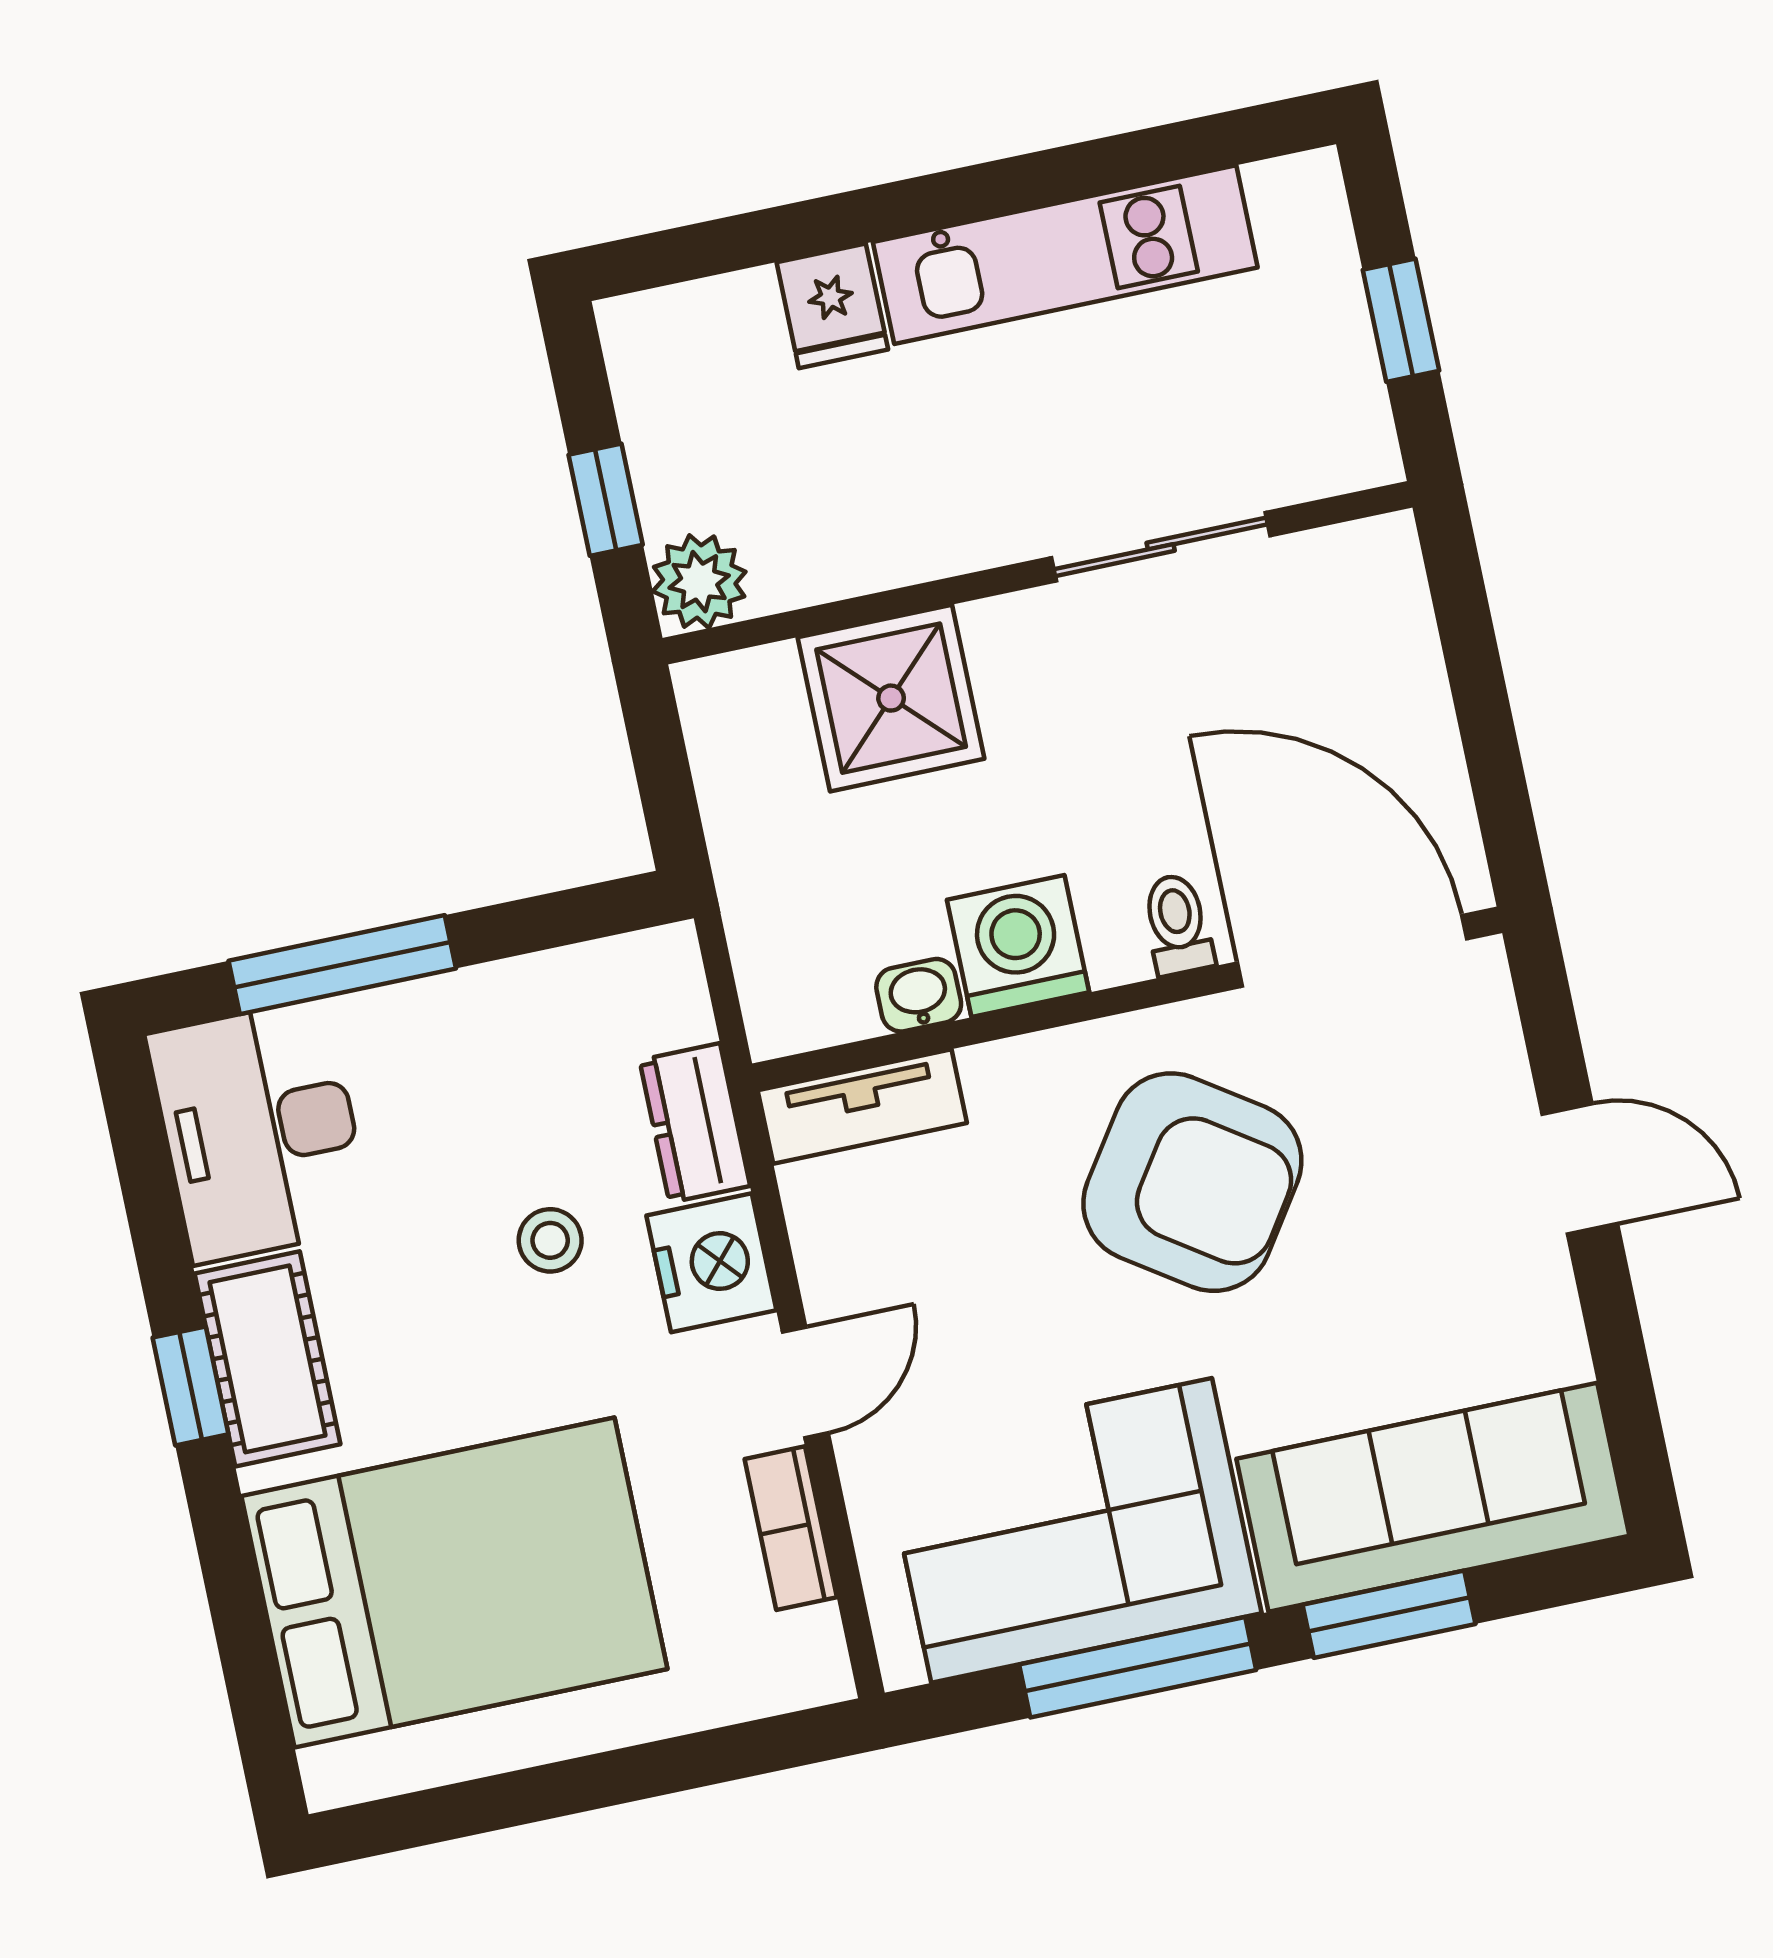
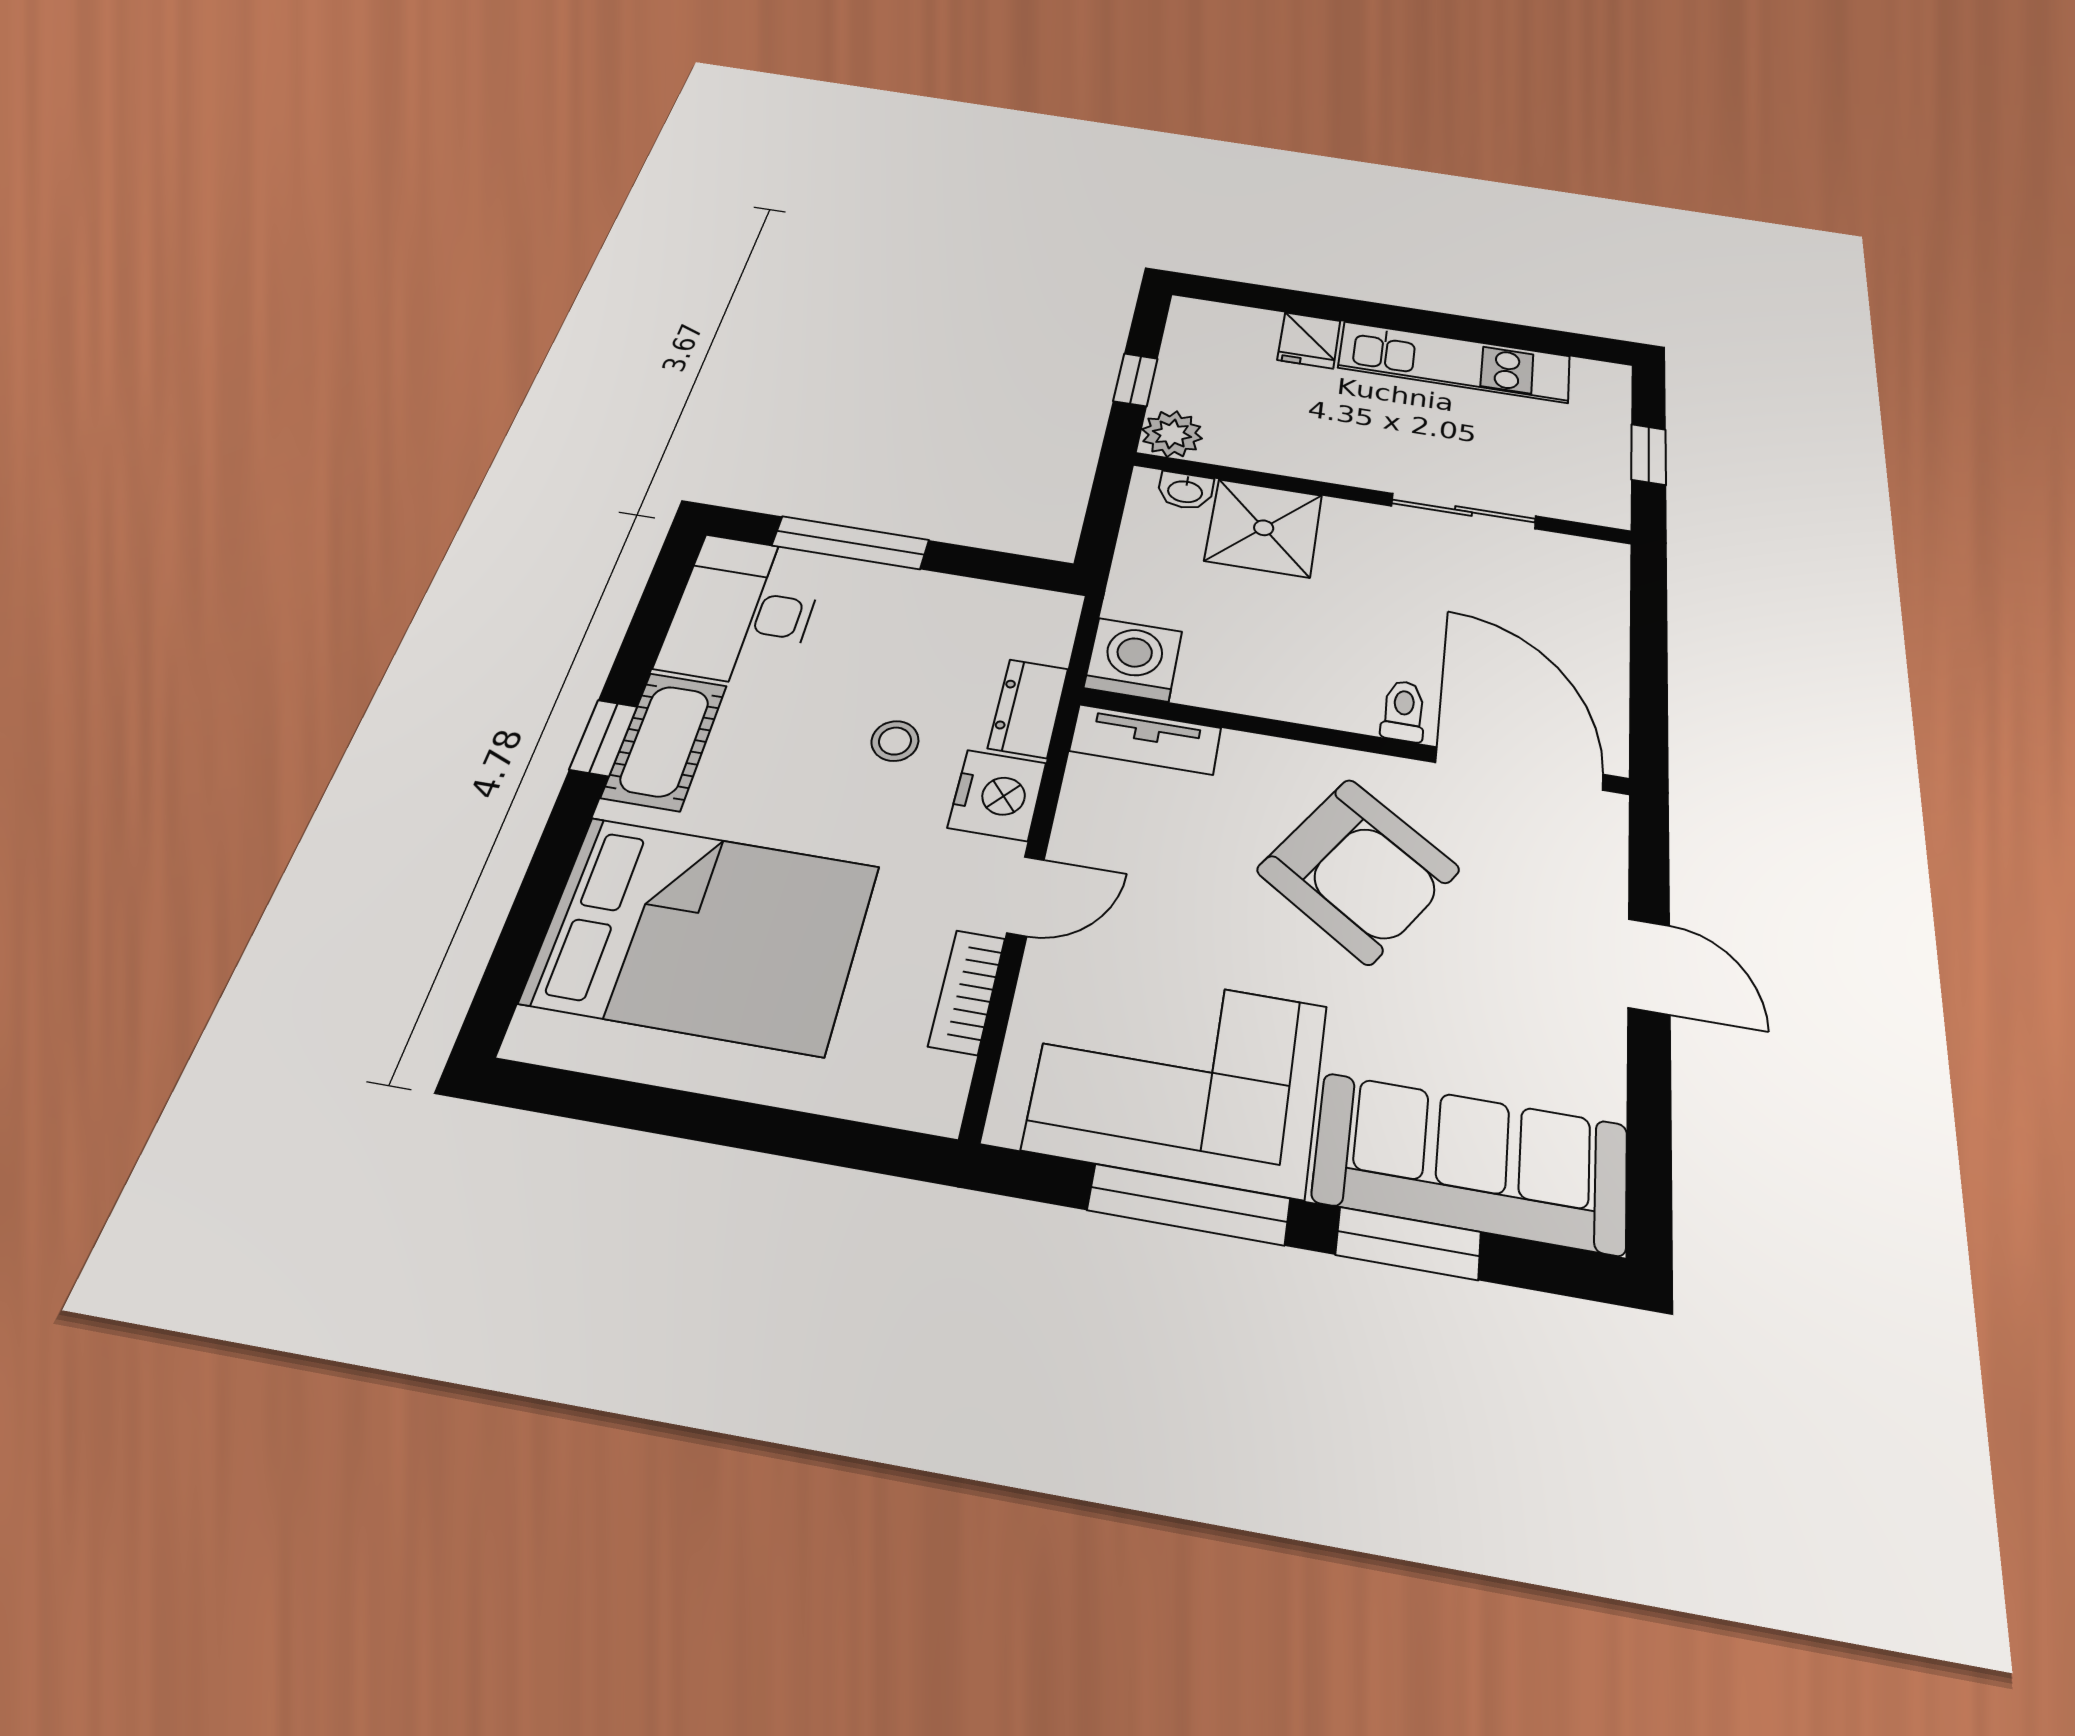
washing machine: (1018, 946) -> (1133, 659), moved
washbasin: (919, 995) -> (1185, 491), moved, turned 180

